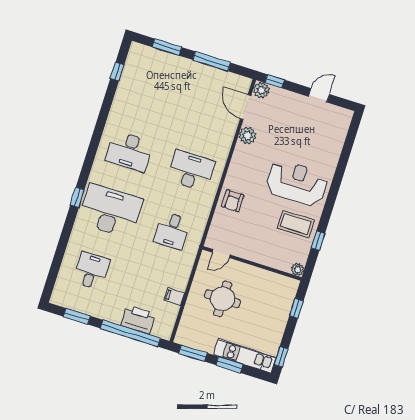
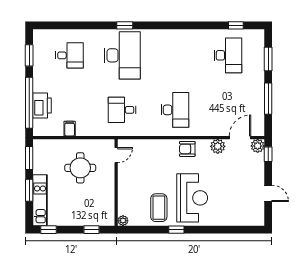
desk: (129, 151) -> (228, 55), moved, turned 180
armchair: (233, 201) -> (187, 149), moved
window: (318, 241) -> (176, 230), moved
door: (221, 254) -> (116, 155), swing flipped

